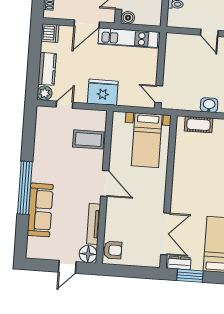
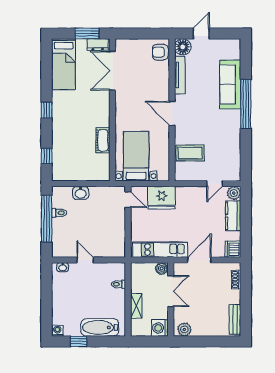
fridge: (103, 92) -> (162, 198), moved
cot: (199, 125) -> (103, 140), moved, turned 90

